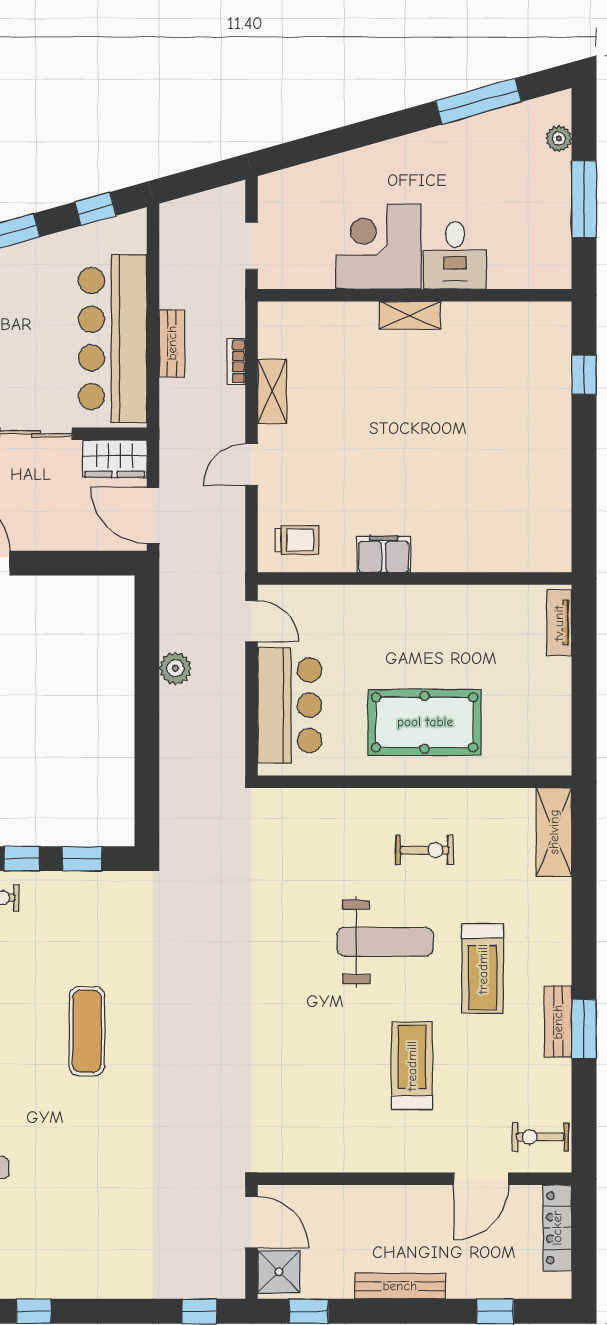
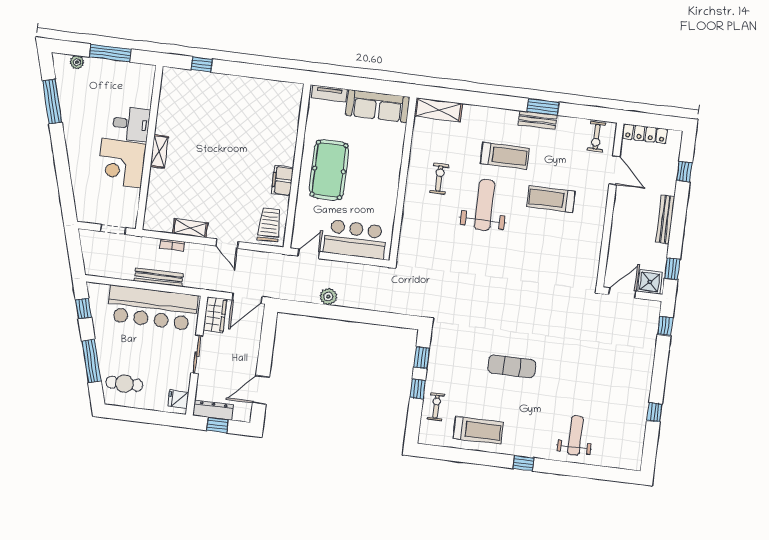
bench: (172, 343) -> (159, 277), width x1.36
trolley: (297, 540) -> (269, 225), width x1.36, depth x1.39
sofa: (547, 717) -> (378, 106), added
pool table: (425, 722) -> (329, 170), moved

